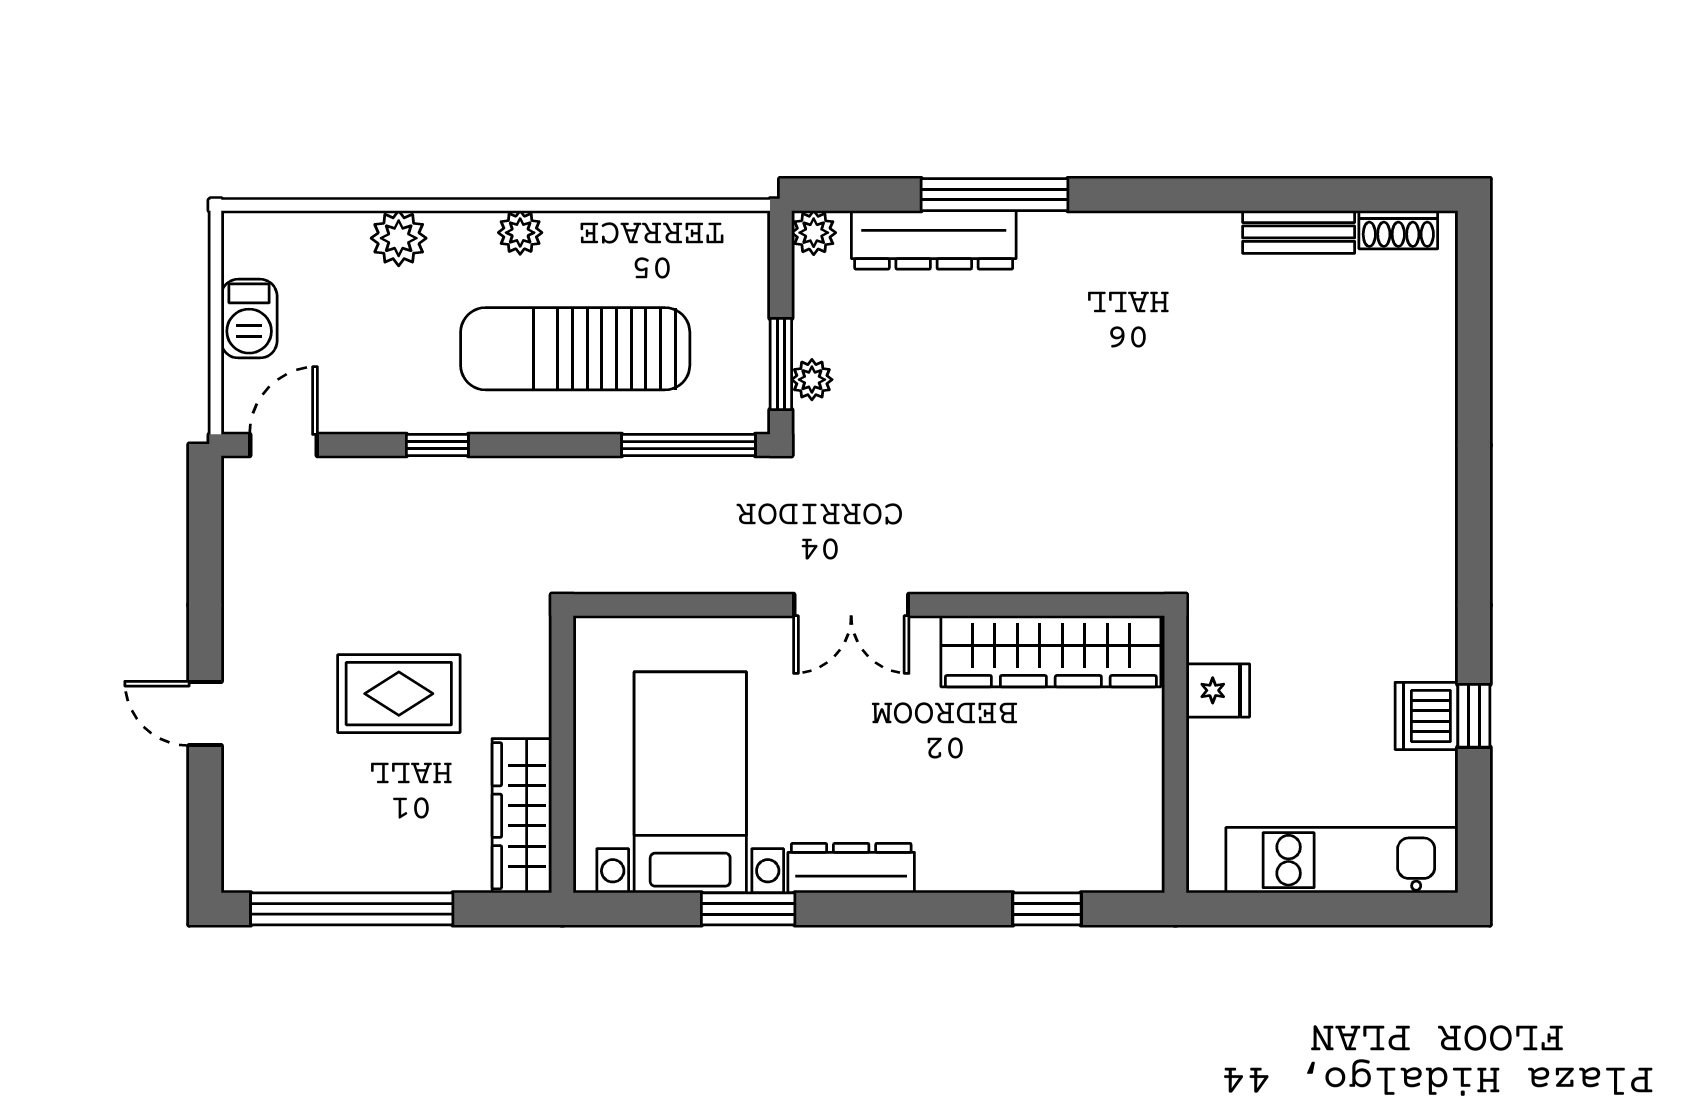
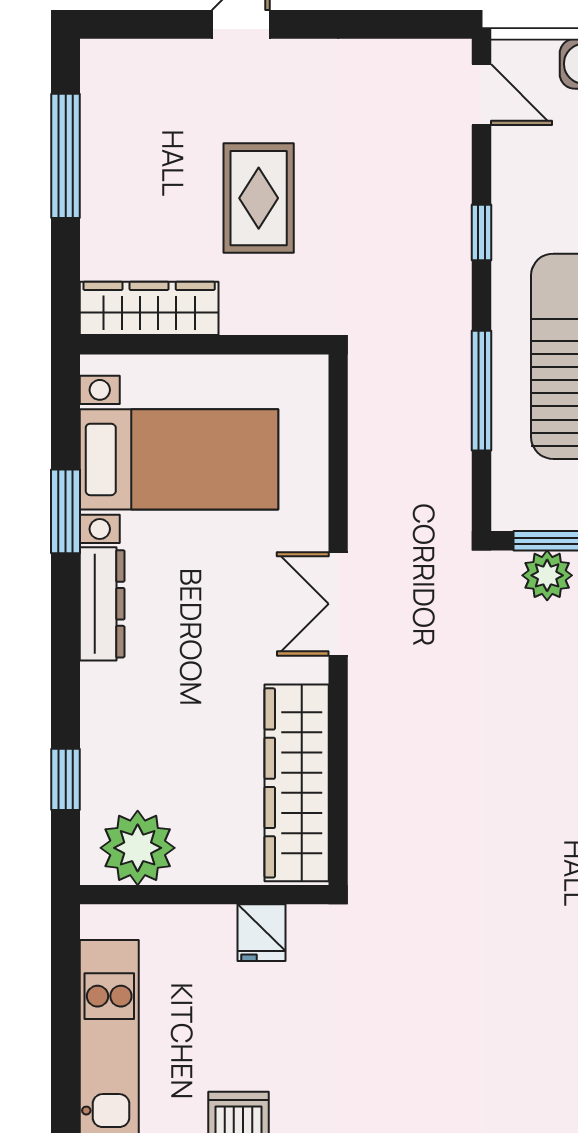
plant: (812, 380) -> (547, 575), width x1.38, depth x1.38
window: (689, 445) -> (482, 391), moved
plant: (1123, 828) -> (138, 848), added
window: (352, 909) -> (66, 156), width x0.68

